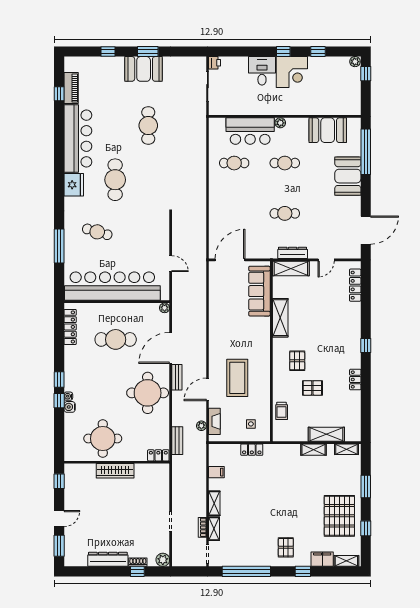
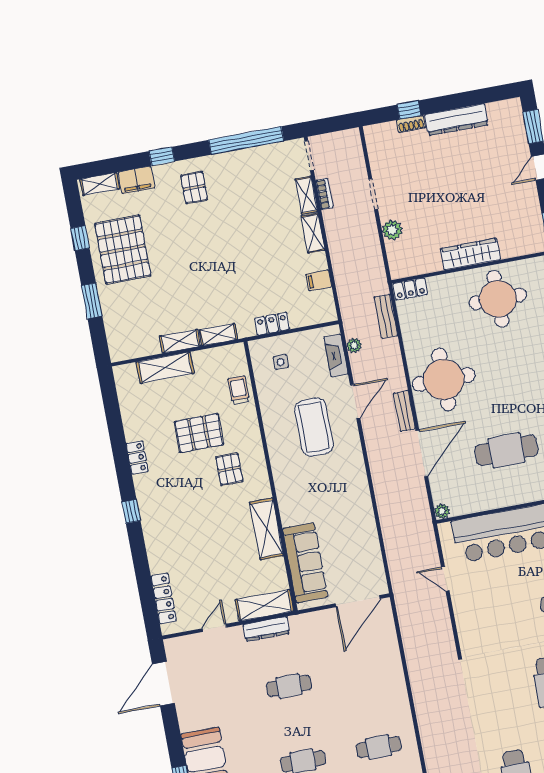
pallet: (312, 388) -> (199, 433), width x1.50, depth x1.42
shelving: (346, 449) -> (218, 335), moved
plant: (163, 560) -> (392, 230), moved

